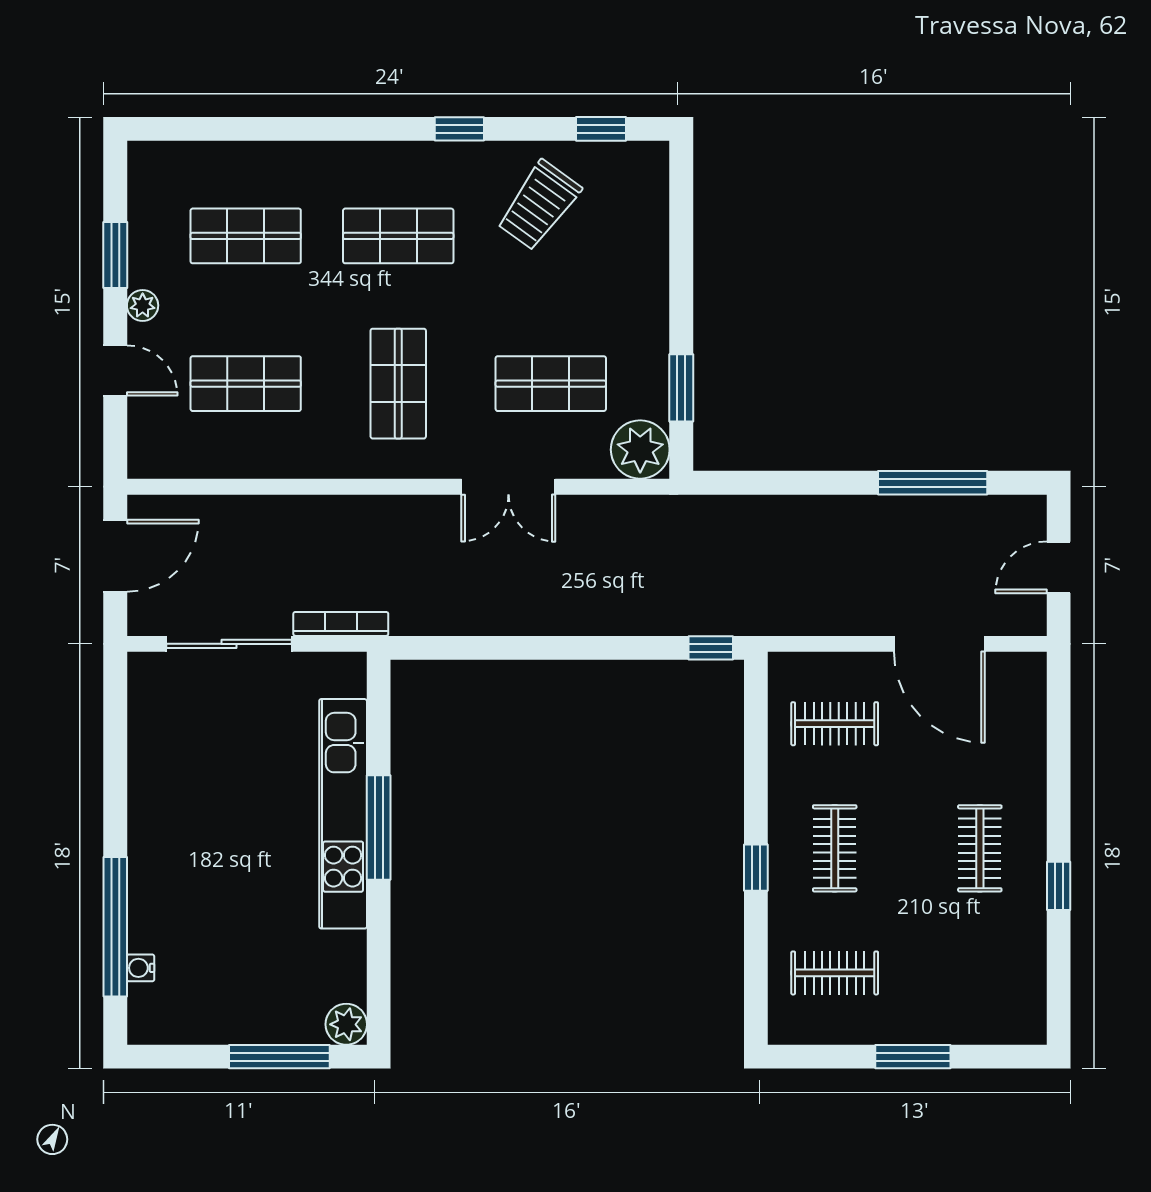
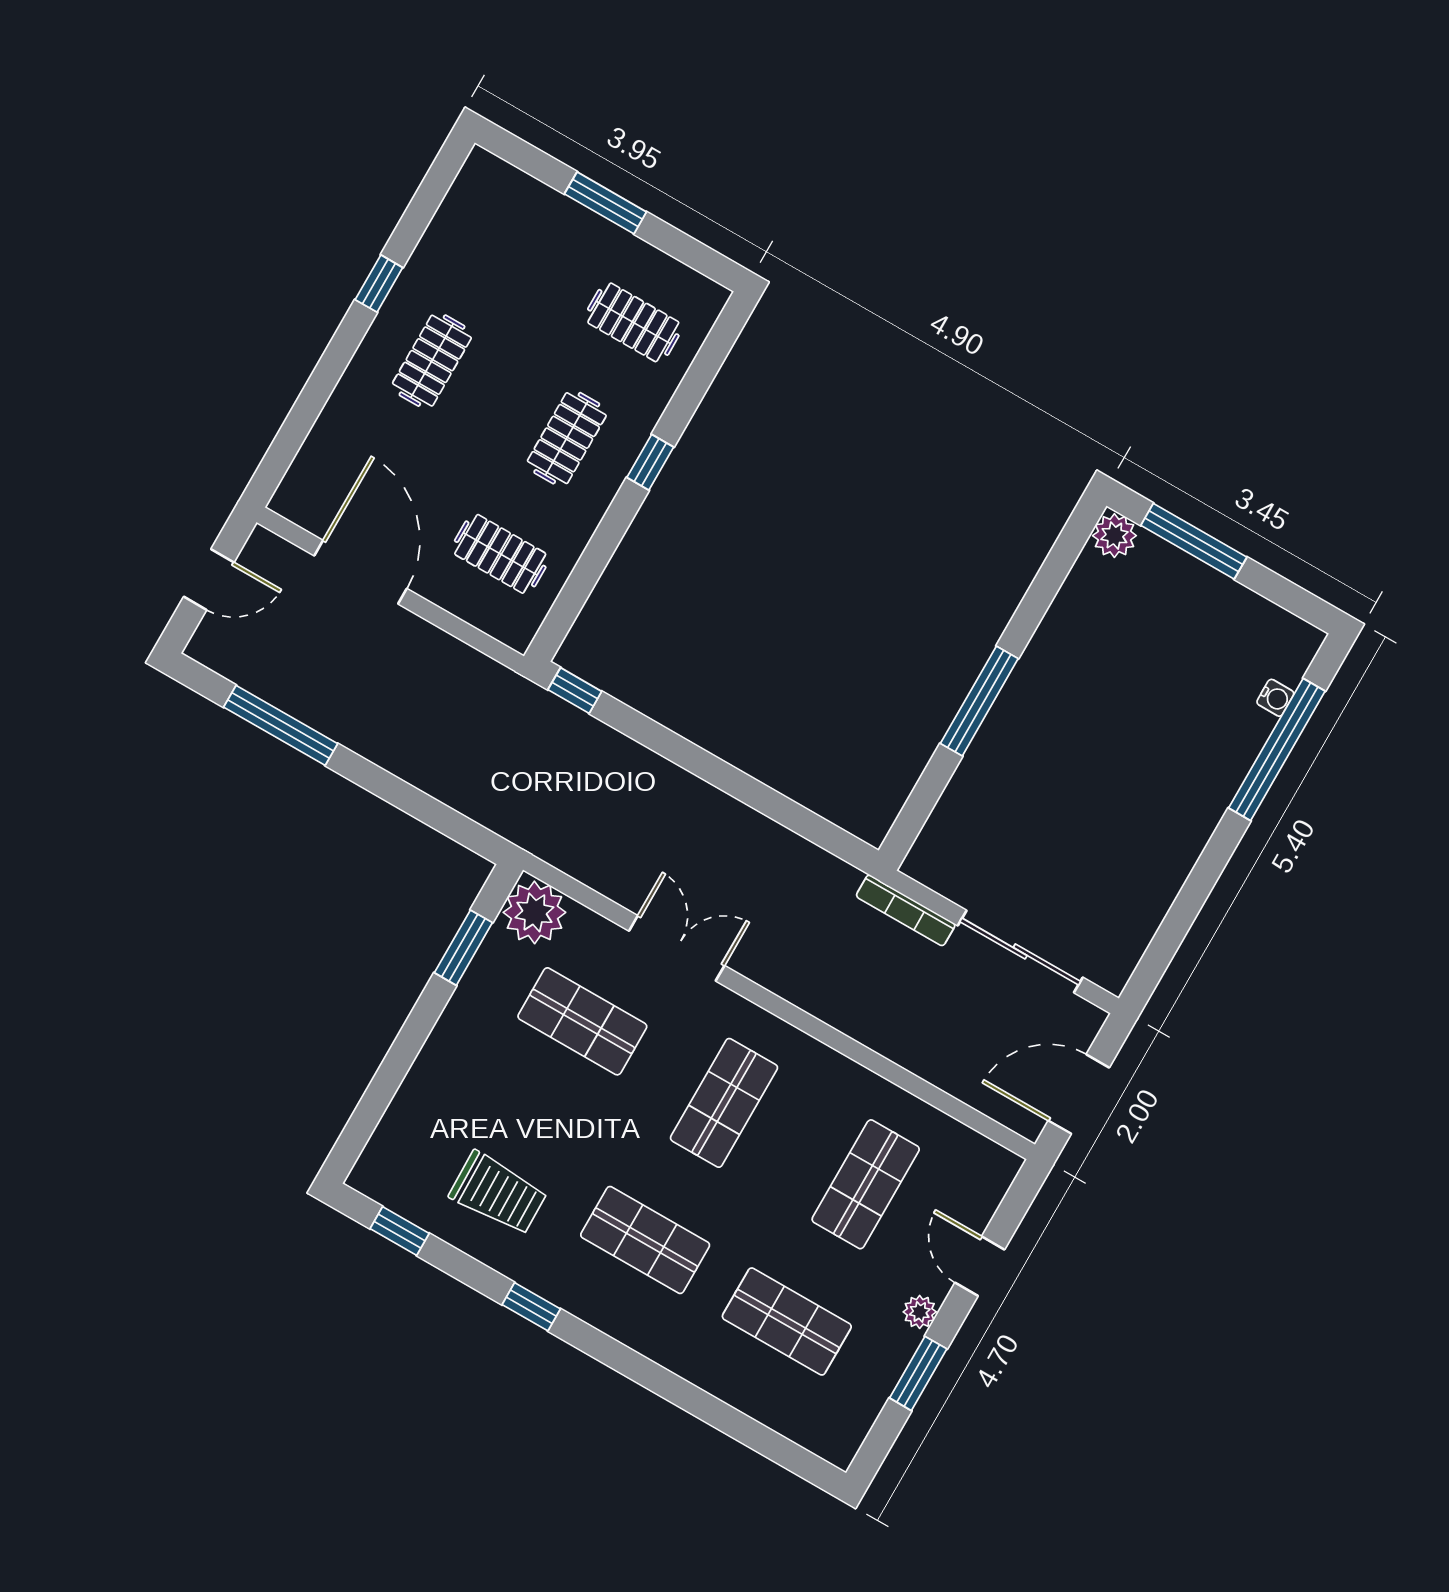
trolley: (539, 205) -> (498, 1193), turned 53
shop shelf: (246, 384) -> (866, 1184), turned 90
kitchen unit: (343, 814) -> (1005, 733), removed

